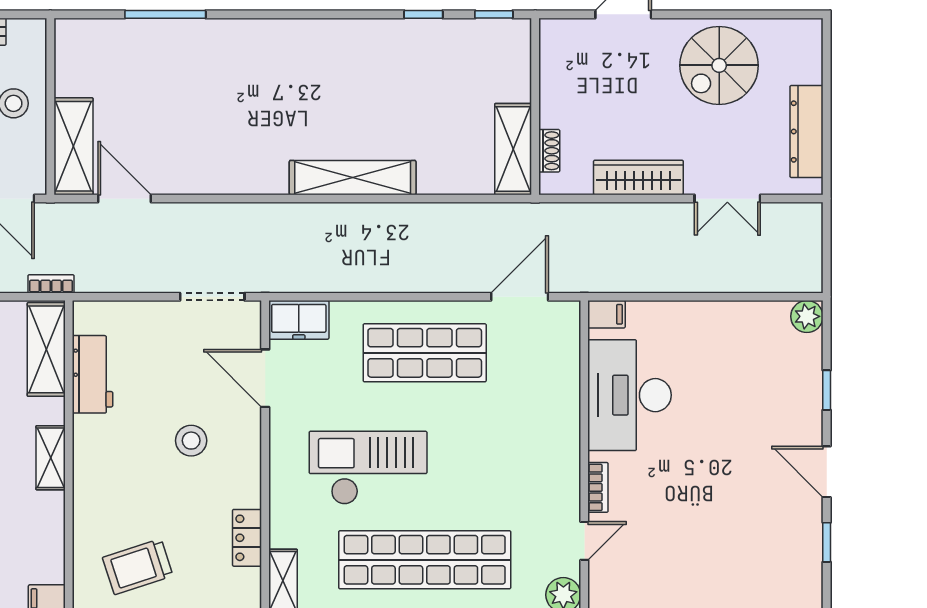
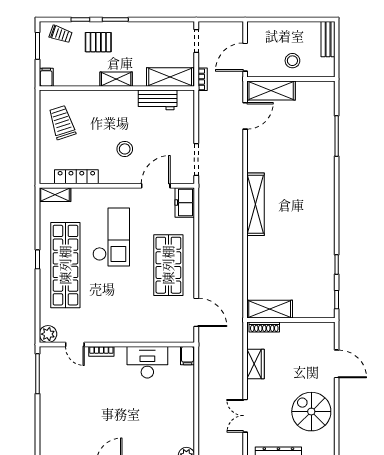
shoe rack: (549, 151) -> (264, 327), width x1.43
wardrobe: (638, 177) -> (256, 364), width x0.67
shelving: (353, 178) -> (255, 204), moved
desk: (630, 395) -> (147, 362), width x0.73, depth x0.77
locker: (247, 538) -> (76, 177), width x1.53

